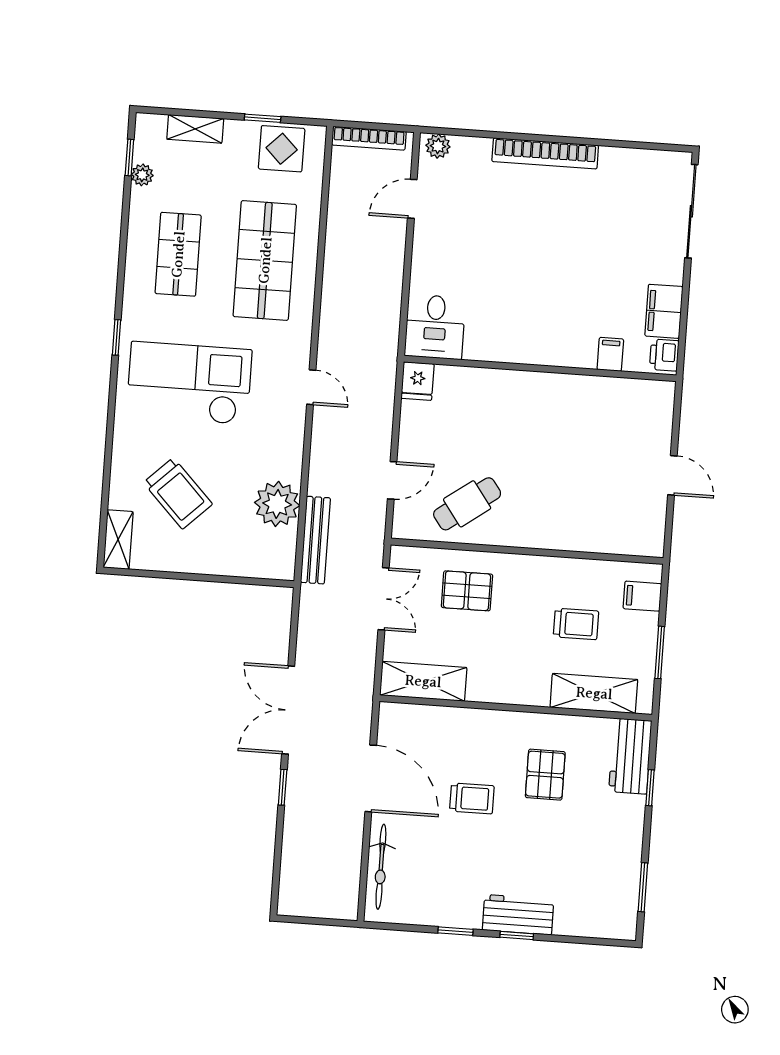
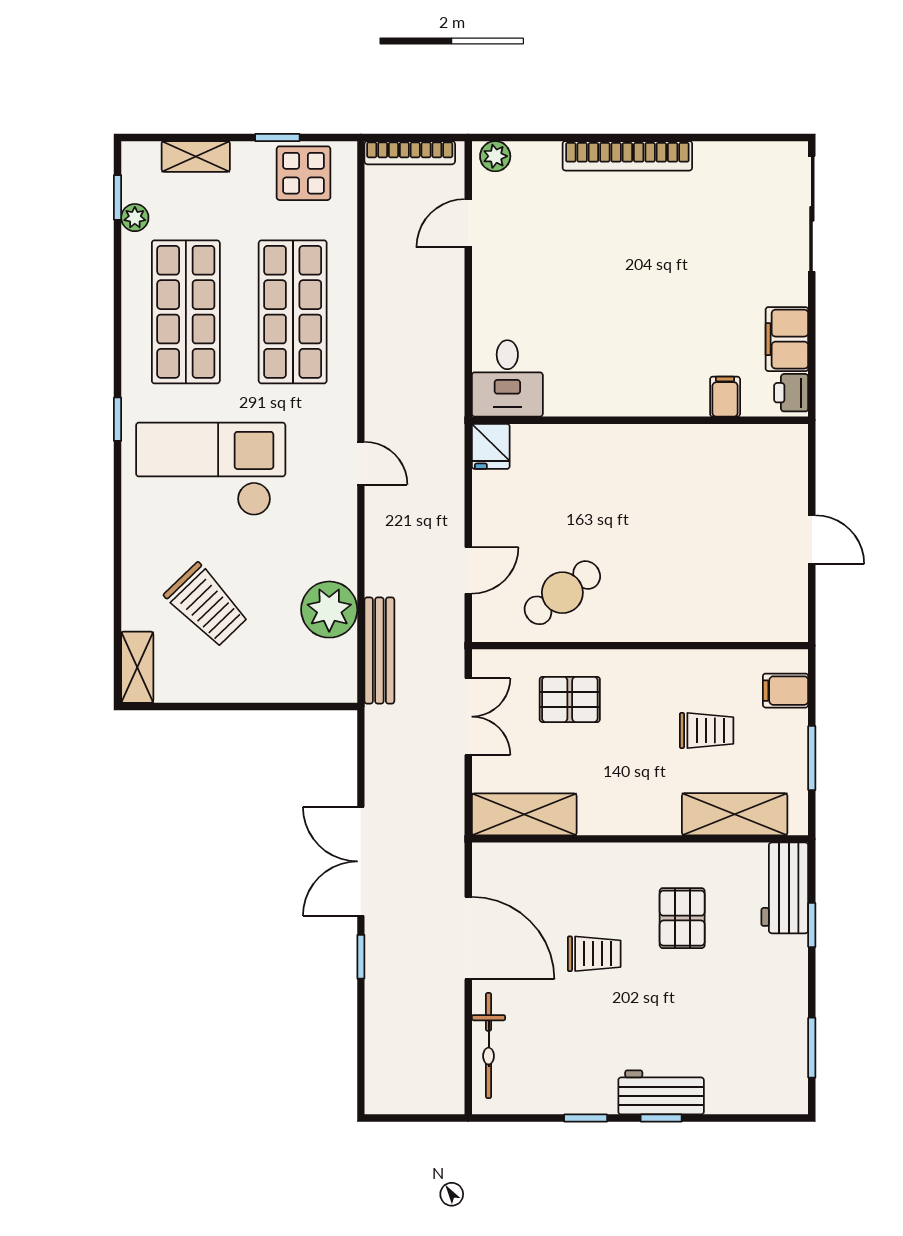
shop shelf: (178, 254) -> (186, 312), width x1.43, depth x1.36

